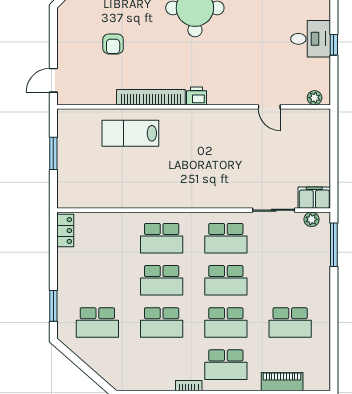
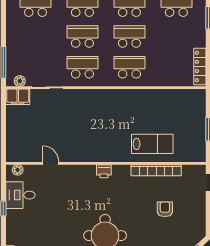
desk: (311, 39) -> (20, 195), moved
bookcase: (151, 97) -> (156, 170), moved
locker: (65, 231) -> (200, 66), width x1.53

